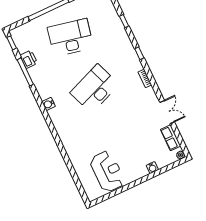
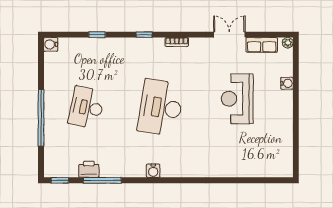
desk: (70, 37) -> (87, 107), width x0.73, depth x0.77
desk: (95, 89) -> (161, 107), turned 30
reception desk: (107, 171) -> (237, 99), moved, turned -90

